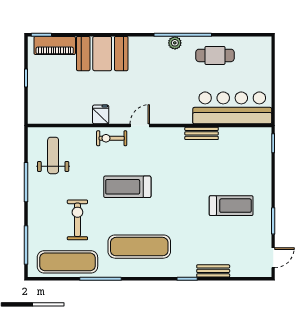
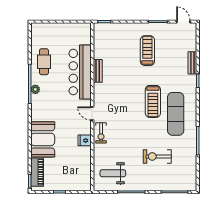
bar counter: (232, 108) -> (80, 72), moved
treadmill: (127, 187) -> (153, 101), moved
exercise mat: (67, 262) -> (186, 163), removed

